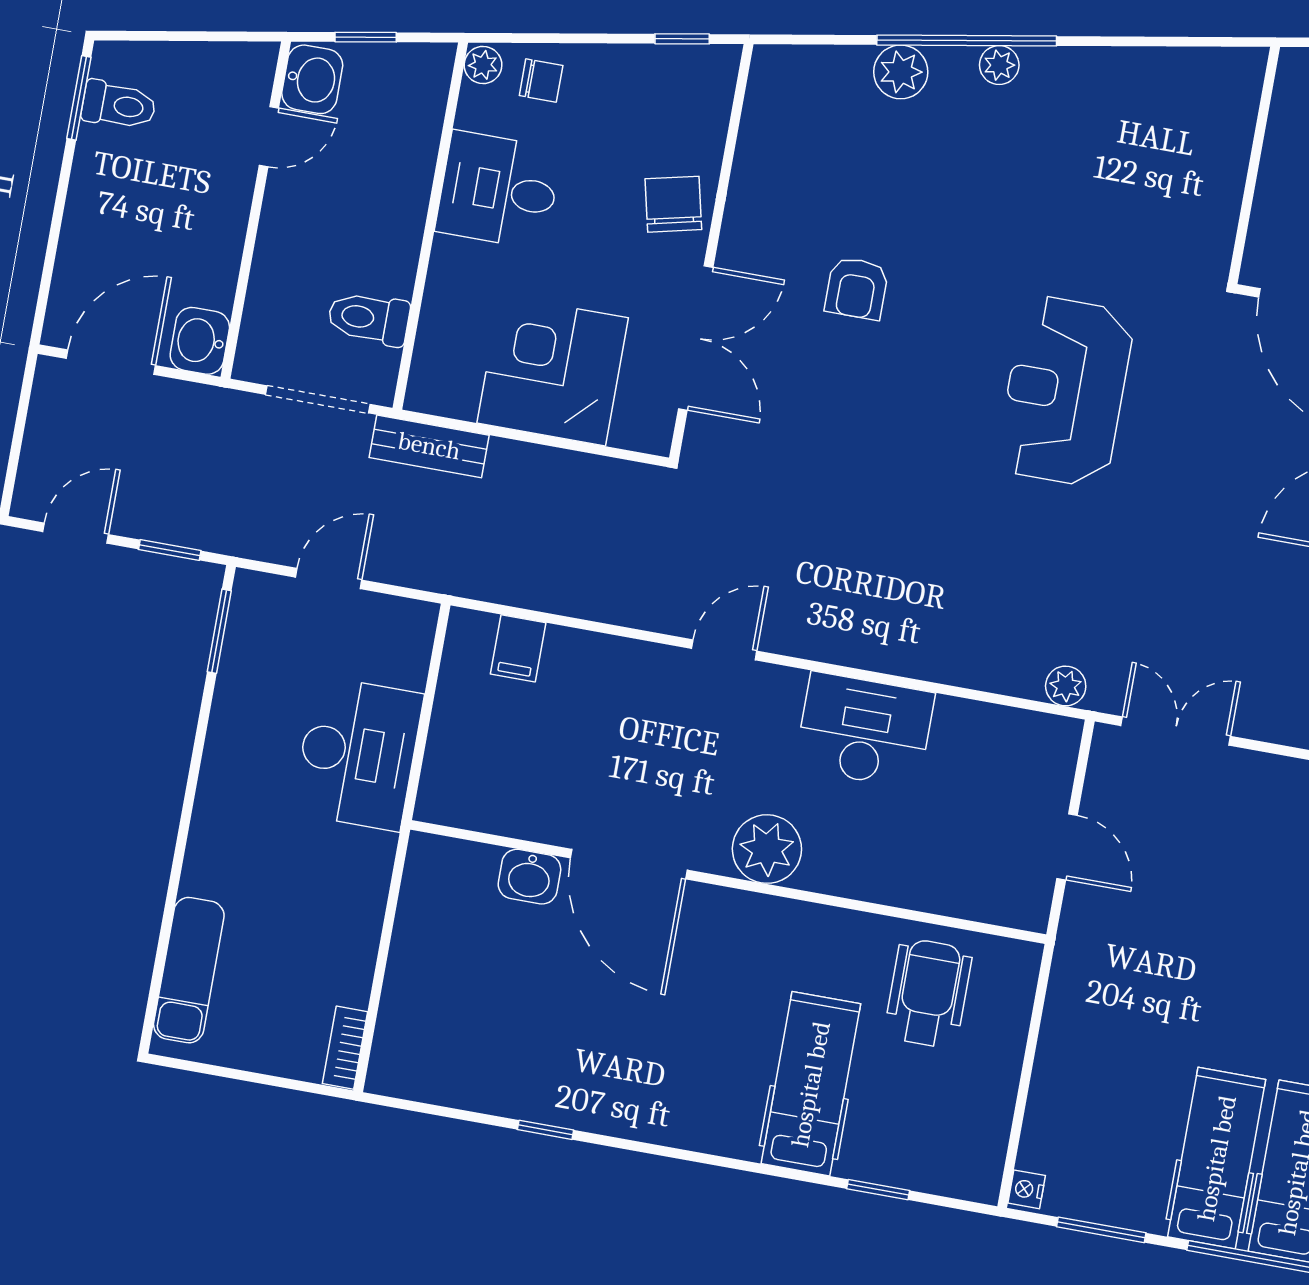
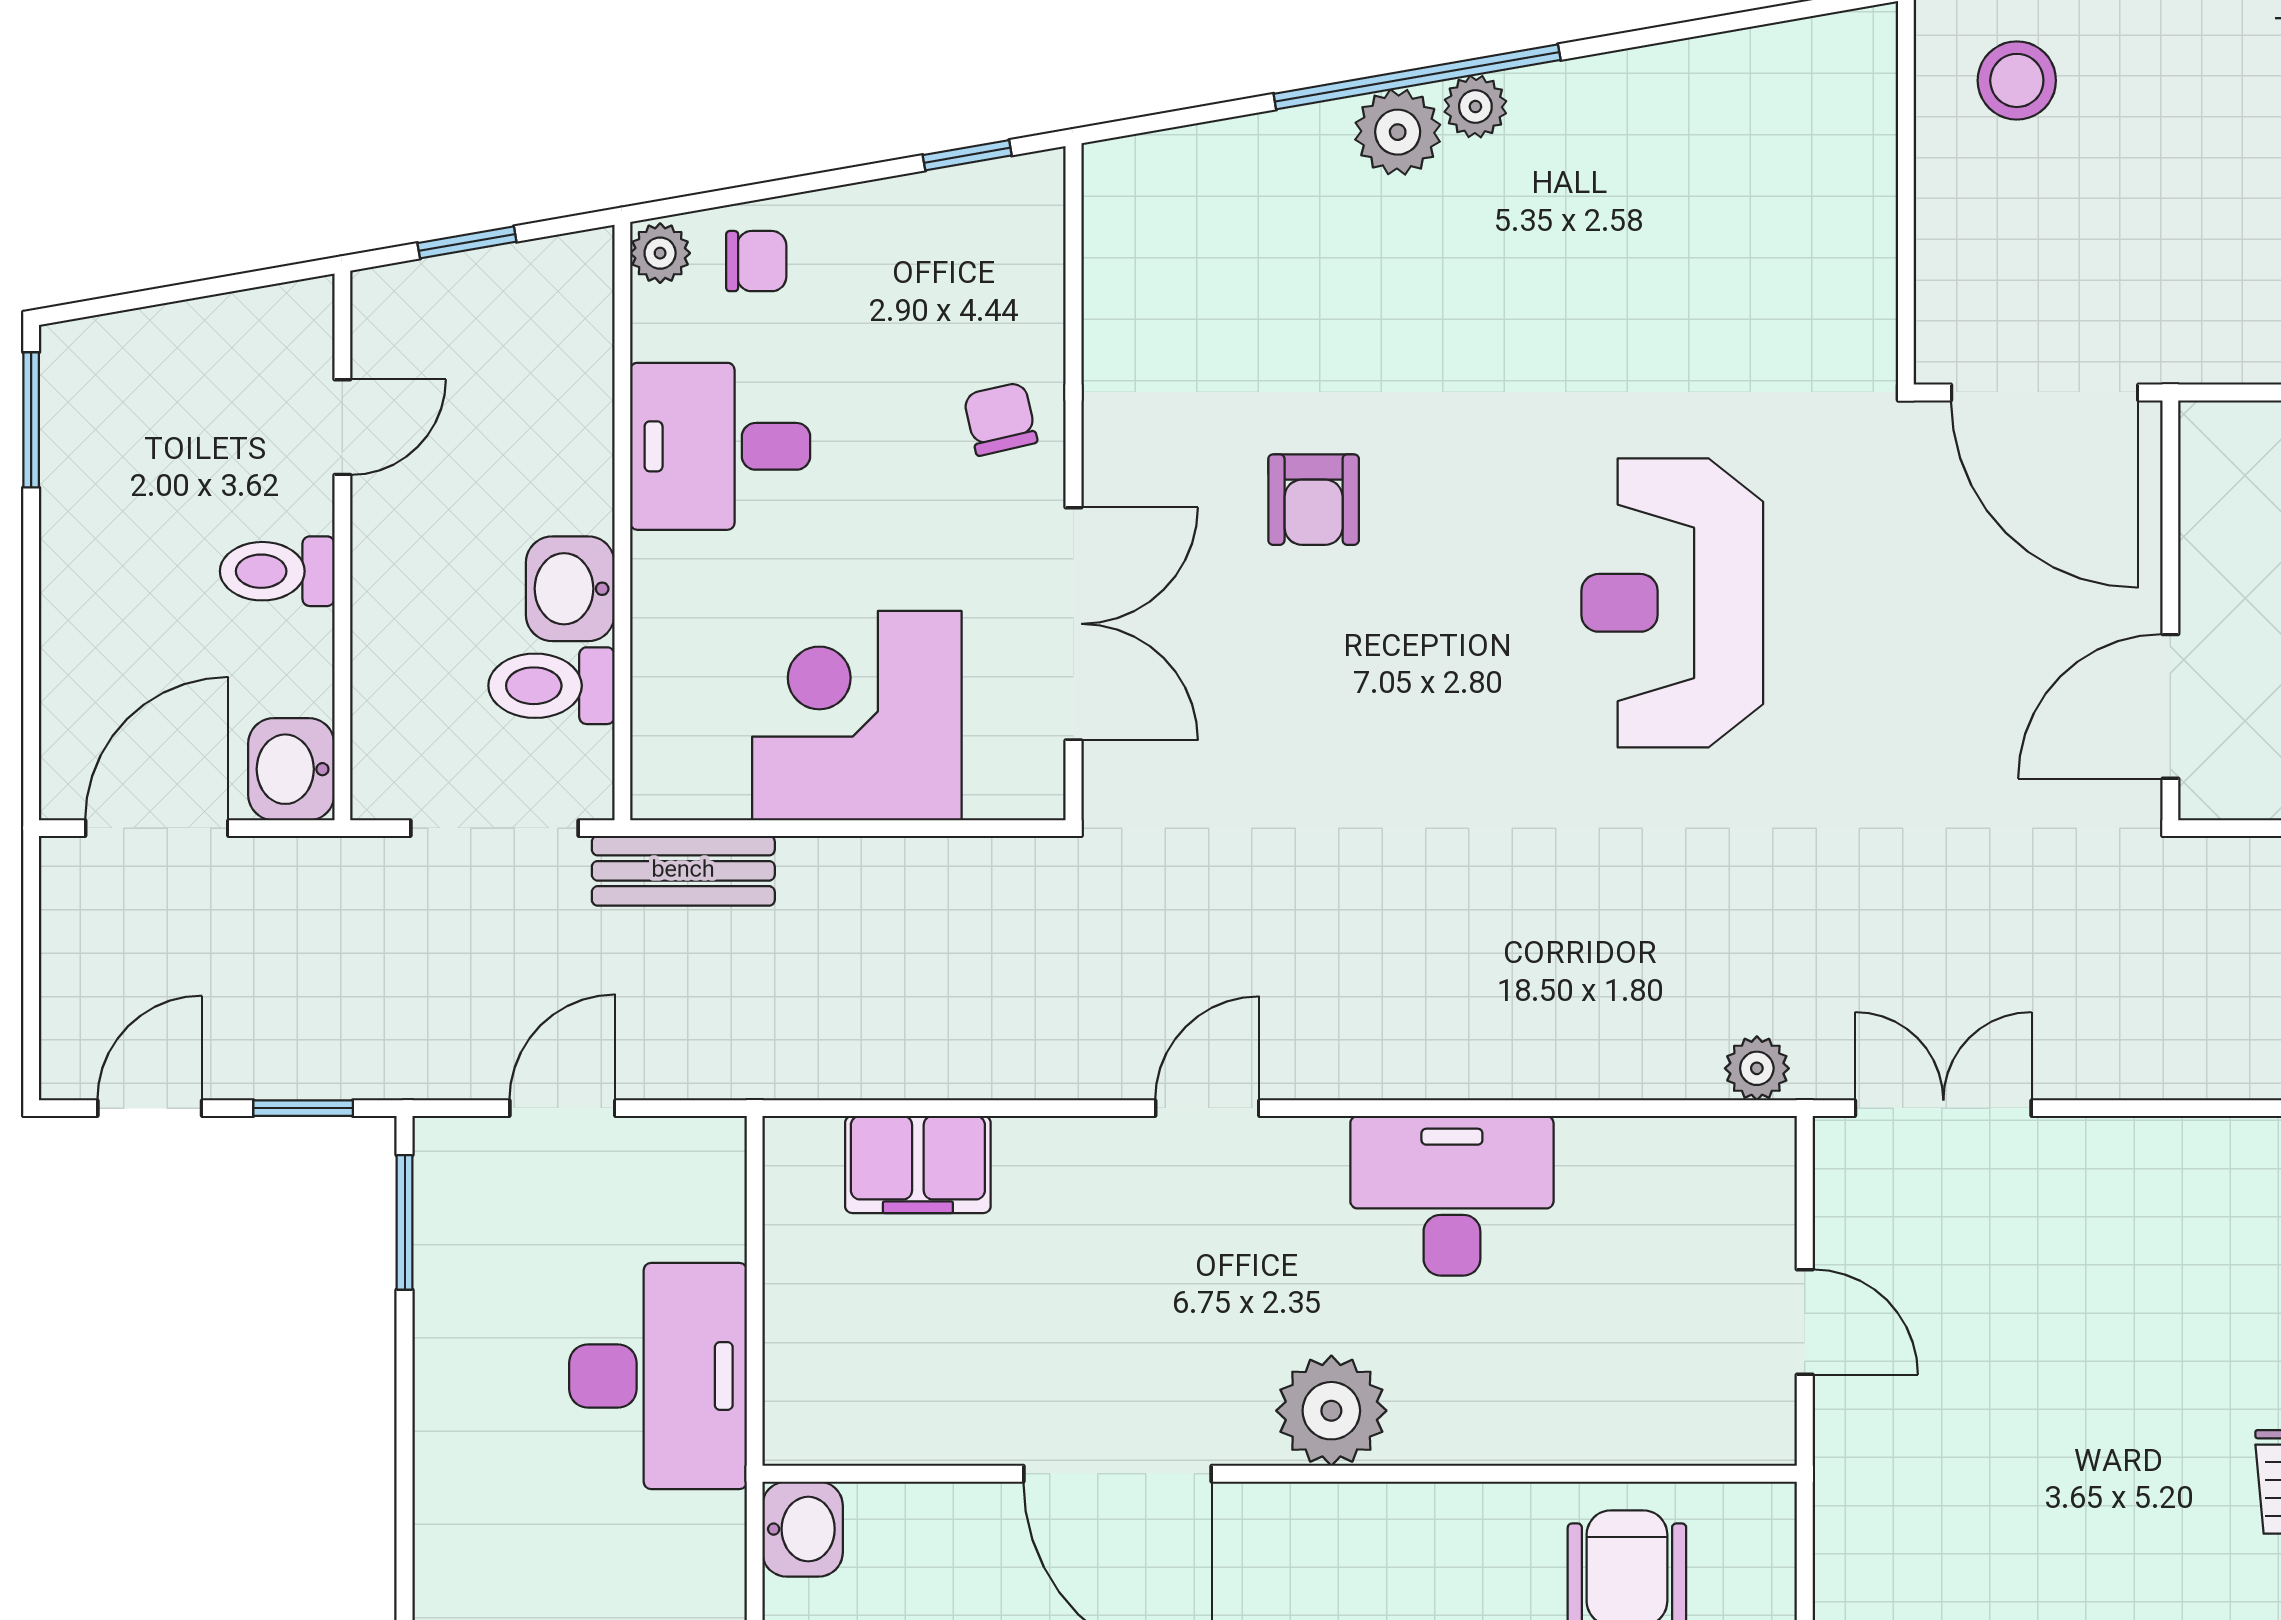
plant: (901, 72) -> (1398, 132), moved
washbasin: (312, 79) -> (570, 589), moved, turned 180
toilet: (119, 105) -> (277, 571), moved, turned 180
chair: (673, 204) -> (1000, 419), width x0.73, depth x0.73
filing cabinet: (518, 648) -> (918, 1165), width x2.00
washbasin: (529, 877) -> (803, 1529), moved, turned -90

